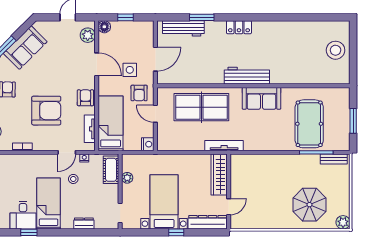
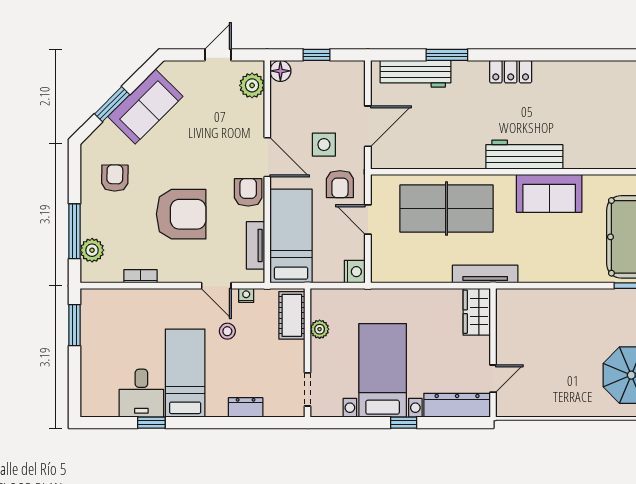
door: (97, 64) -> (267, 157), moved
door: (67, 152) -> (216, 286), hinge flipped
wardrobe: (219, 174) -> (477, 312), width x0.67

